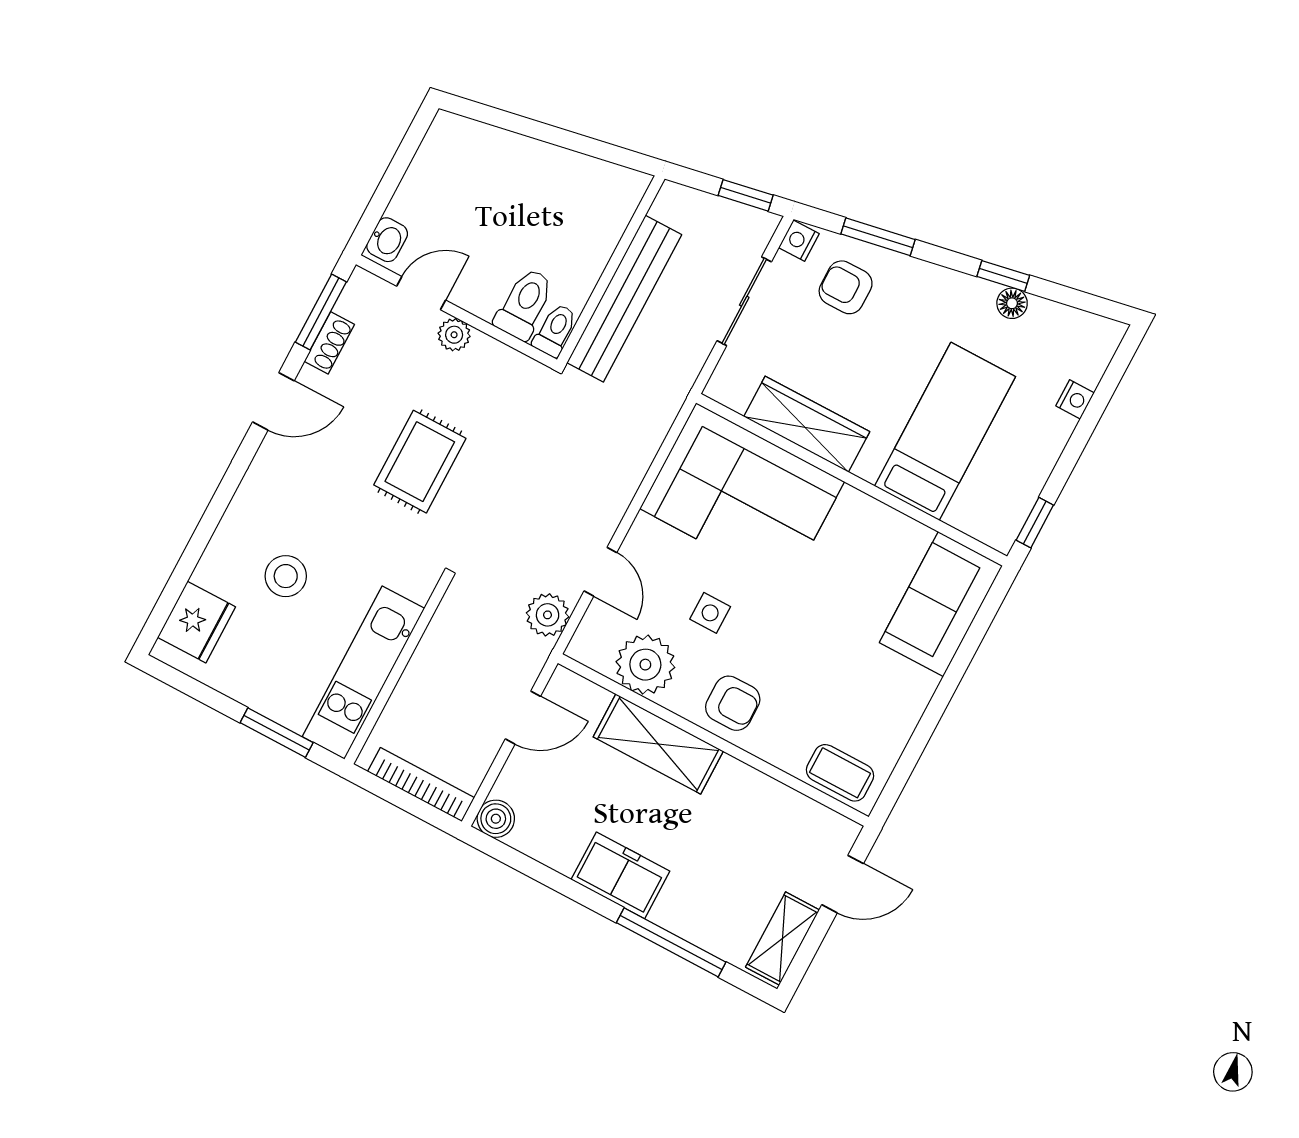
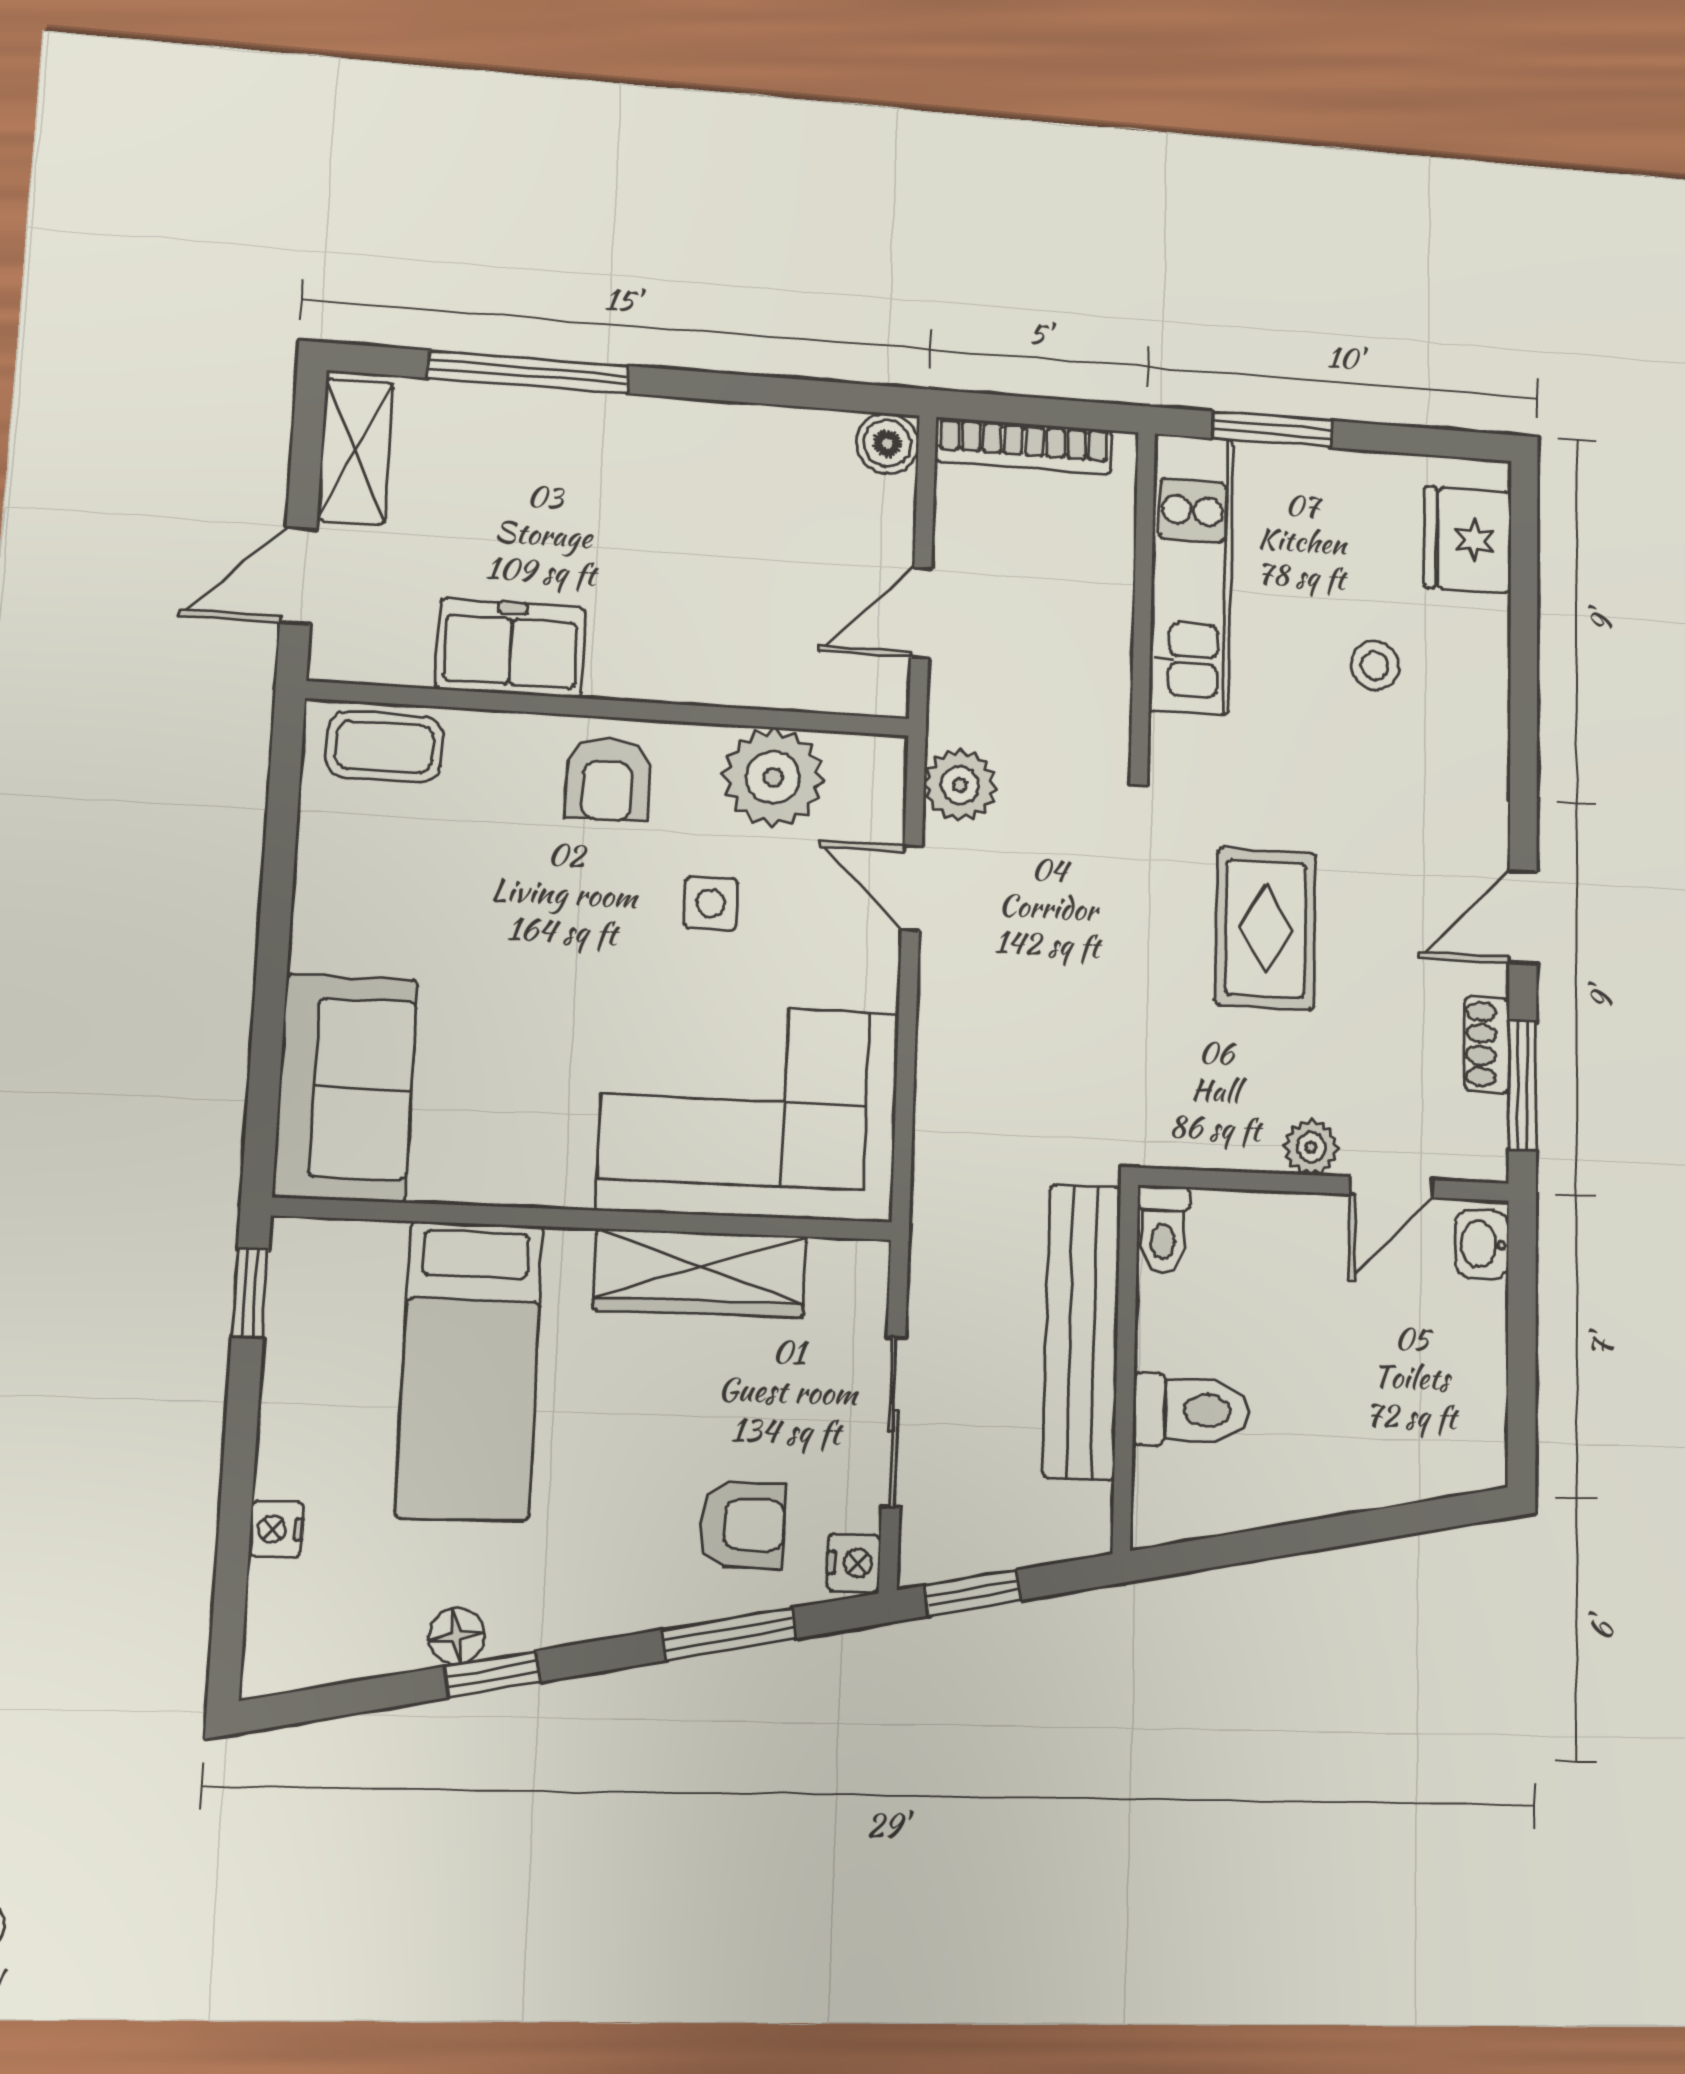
toilet: (525, 304) -> (1191, 1410), moved, turned -90
stool: (286, 576) -> (1375, 665), width x0.73, depth x0.73
armchair: (733, 703) -> (608, 779), turned -90
shelving: (658, 744) -> (694, 665), removed
freezer: (620, 875) -> (511, 648), moved, turned 180

